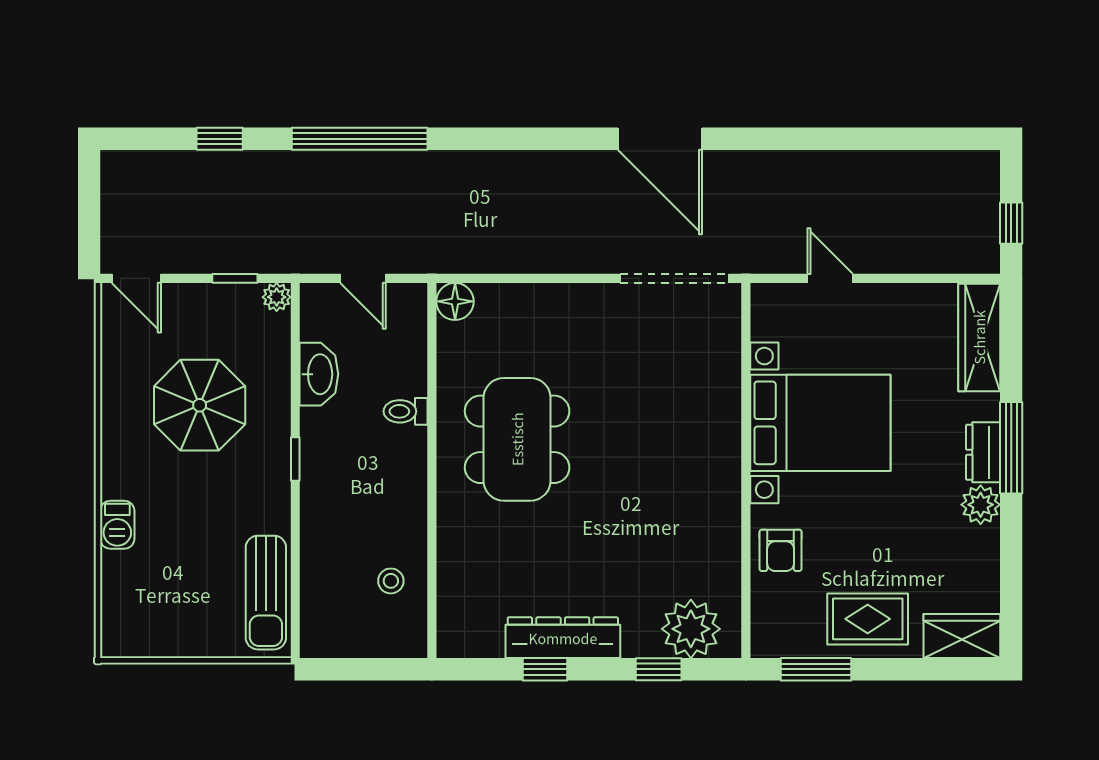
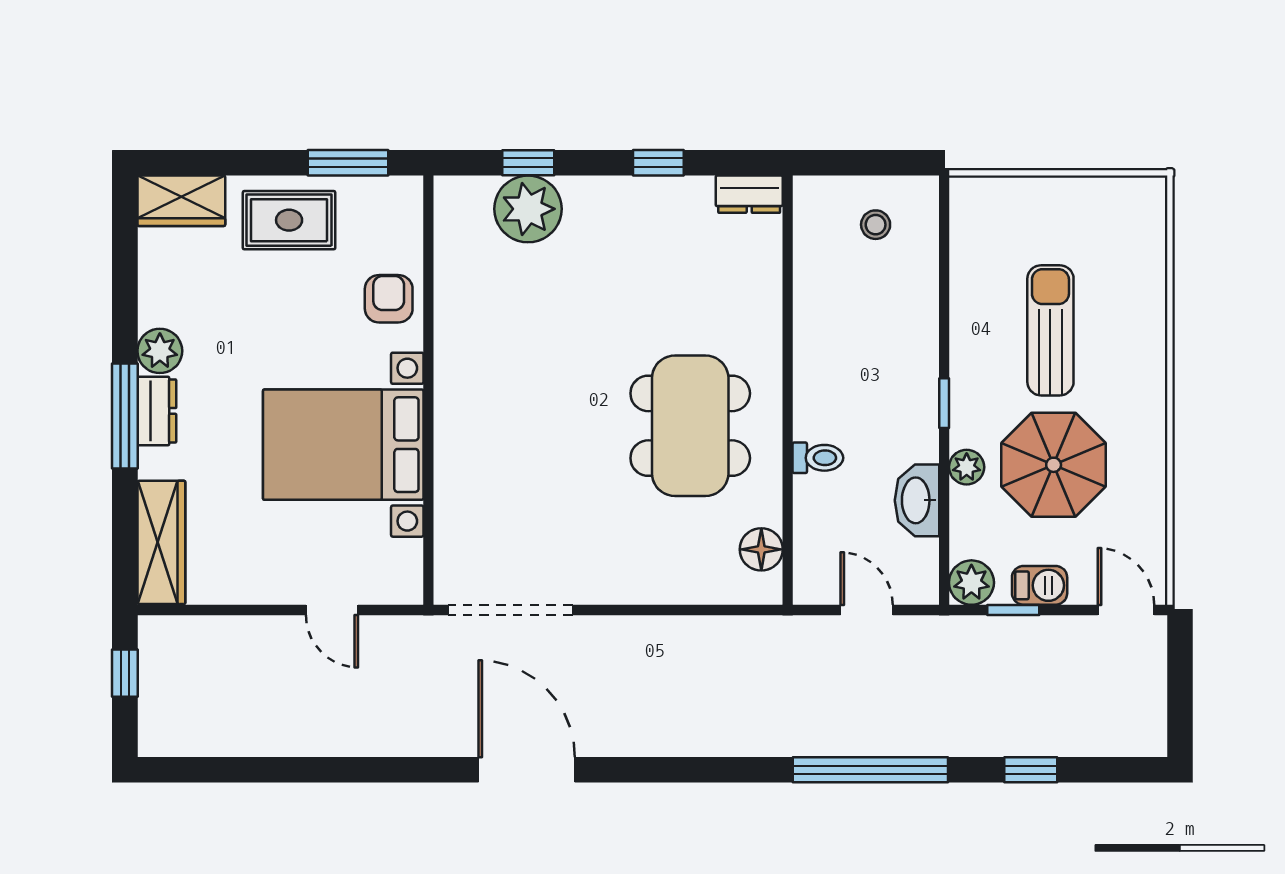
plant: (277, 297) -> (971, 583), width x1.38, depth x1.38
floor lamp: (455, 301) -> (761, 549), moved
plant: (276, 403) -> (967, 467), added
barbecue: (117, 525) -> (1040, 585), moved, turned 90
stool: (391, 581) -> (876, 225), moved
sun lounger: (266, 593) -> (1050, 330), moved
plant: (691, 629) -> (528, 209), moved
dresser: (563, 638) -> (749, 194), moved, width x0.51, depth x0.80

